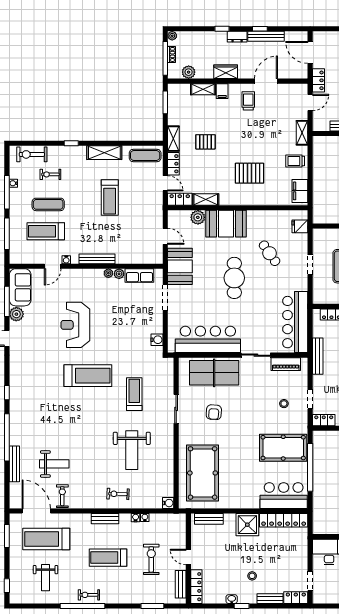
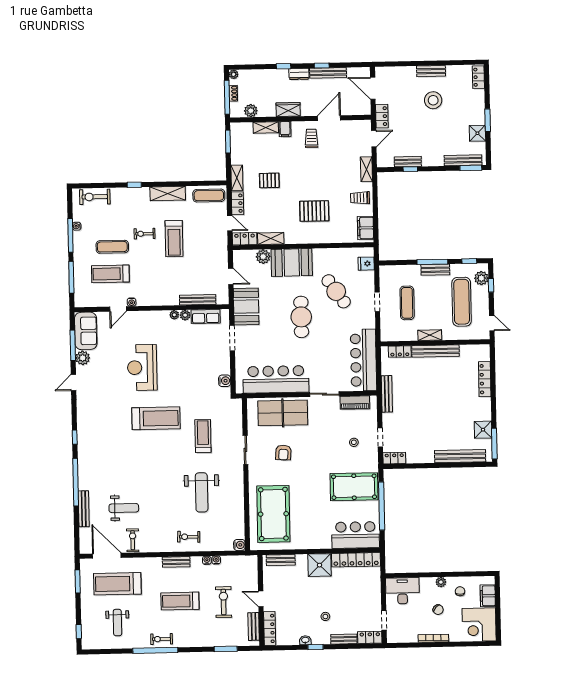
exercise bike: (50, 174) -> (145, 234), moved
cafe table: (270, 253) -> (336, 291), width x1.37, depth x1.35
bench: (97, 259) -> (198, 300), moved

